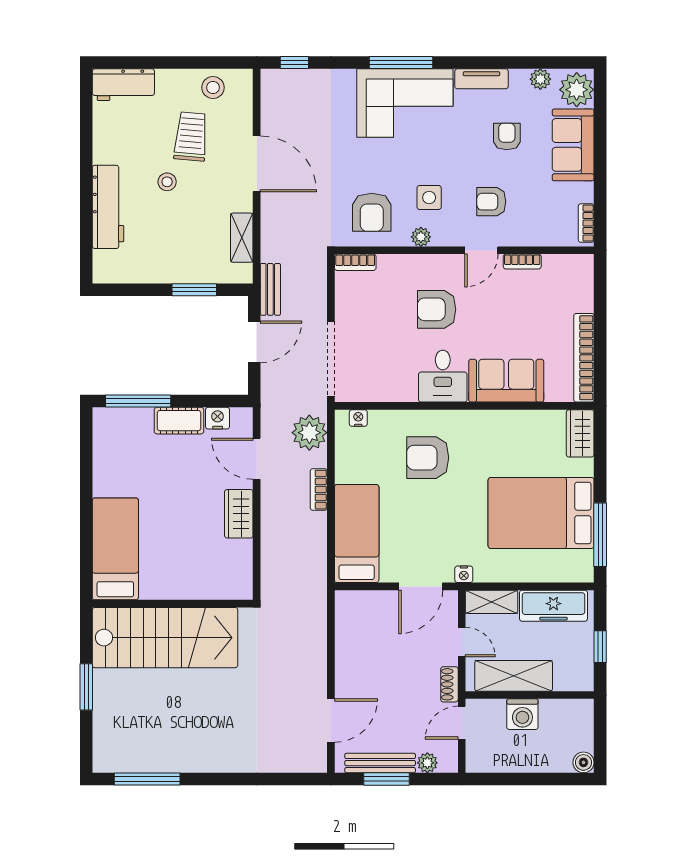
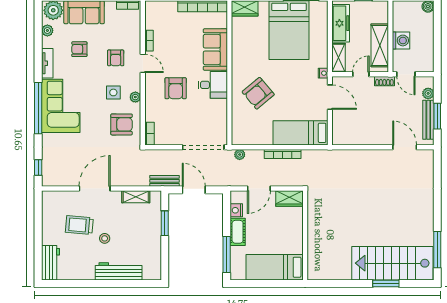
window: (401, 62) -> (38, 108), width x1.46
stool: (213, 88) -> (52, 213), removed
nightstand: (358, 418) -> (236, 132), removed
plant: (309, 433) -> (240, 155), width x0.53, depth x0.53
armchair: (428, 458) -> (258, 93), turned 50
bookcase: (319, 490) -> (283, 154), width x1.56
bed: (115, 549) -> (275, 267), moved
wall: (173, 604) -> (305, 235), moved
stairs: (165, 638) -> (392, 263), moved, turned -90

